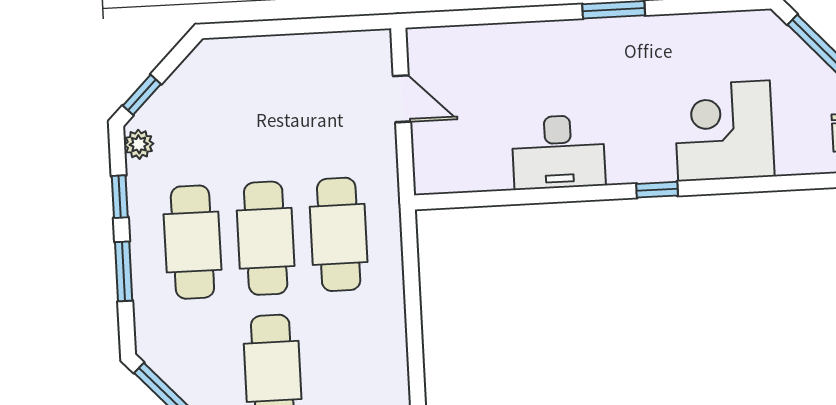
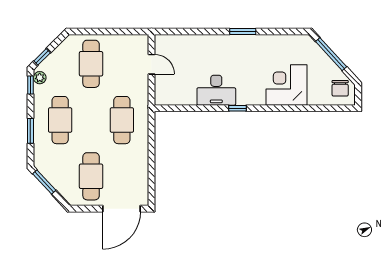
window: (657, 190) -> (238, 108), moved
window: (120, 197) -> (30, 85), moved
cafe table: (266, 238) -> (91, 64), moved

